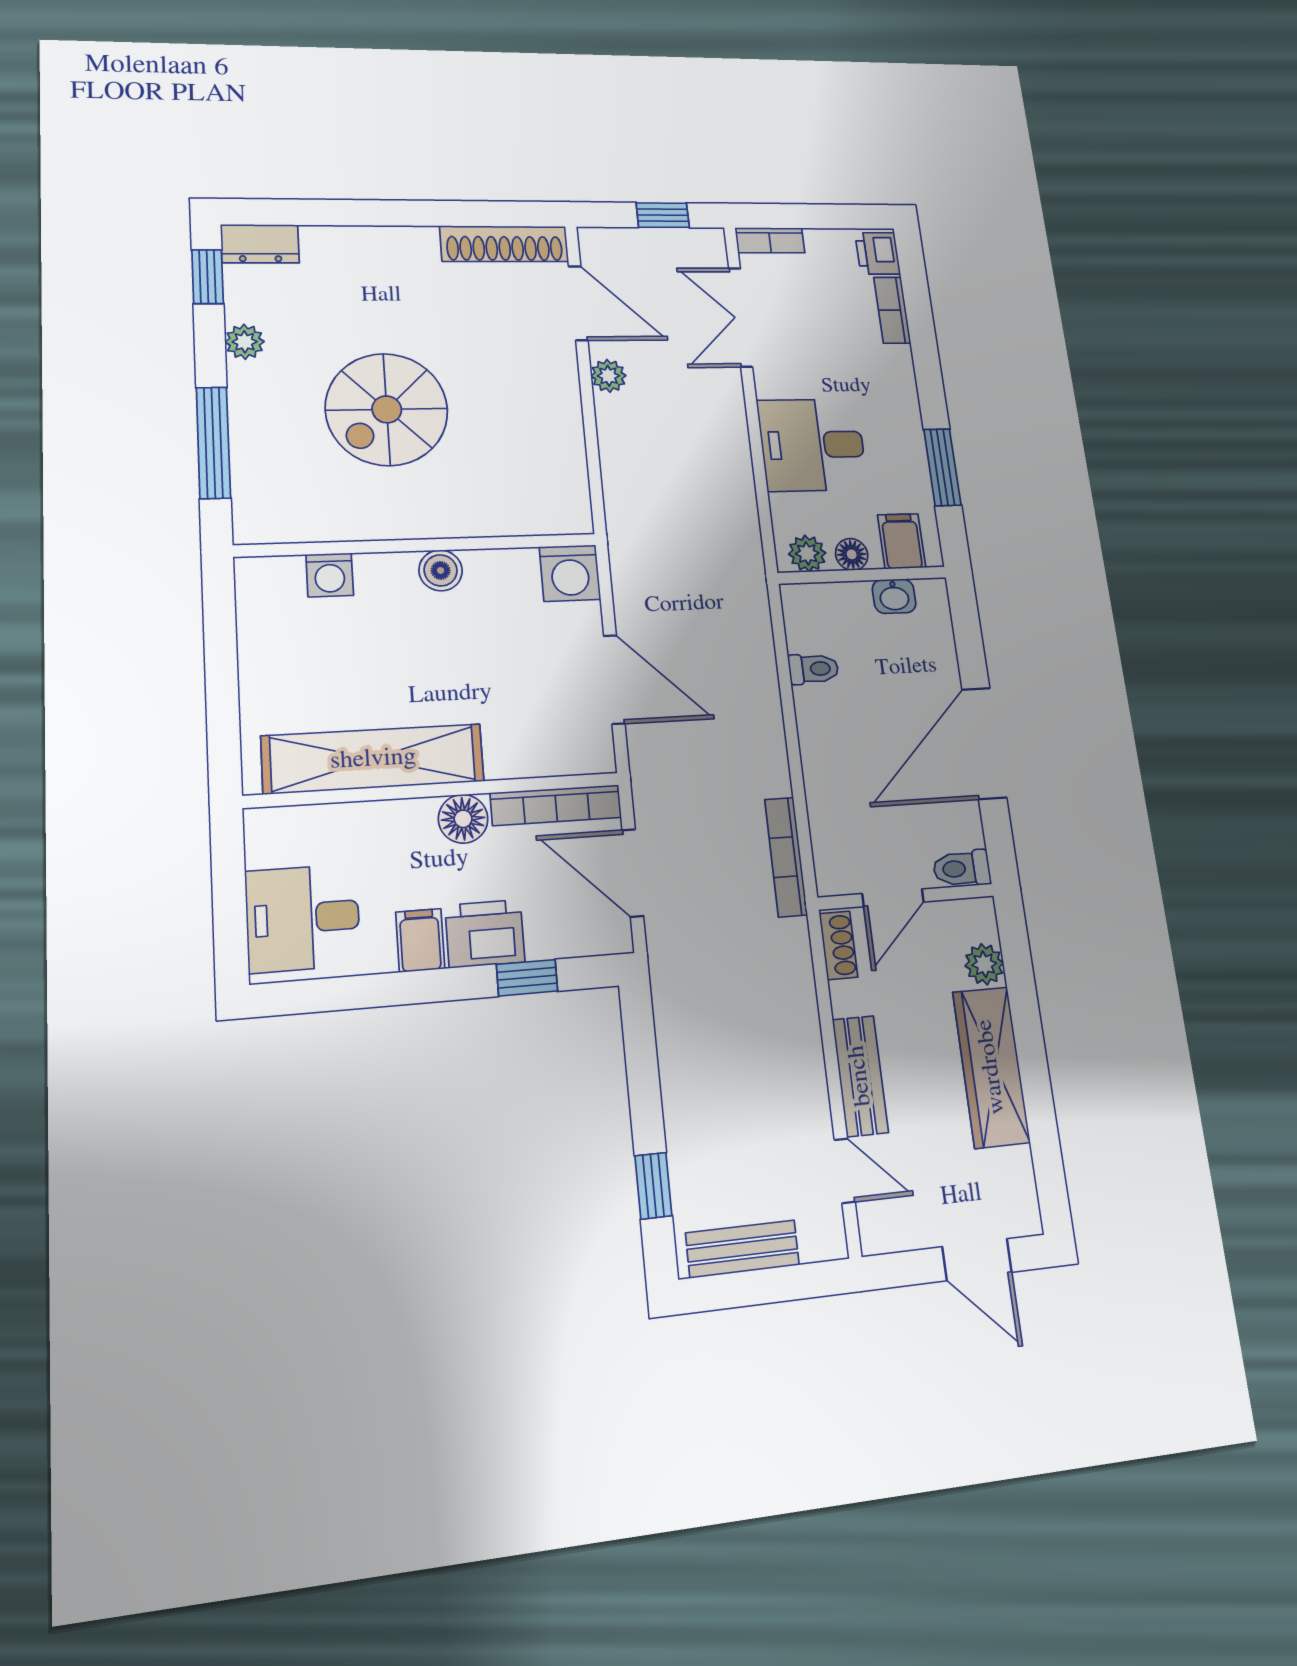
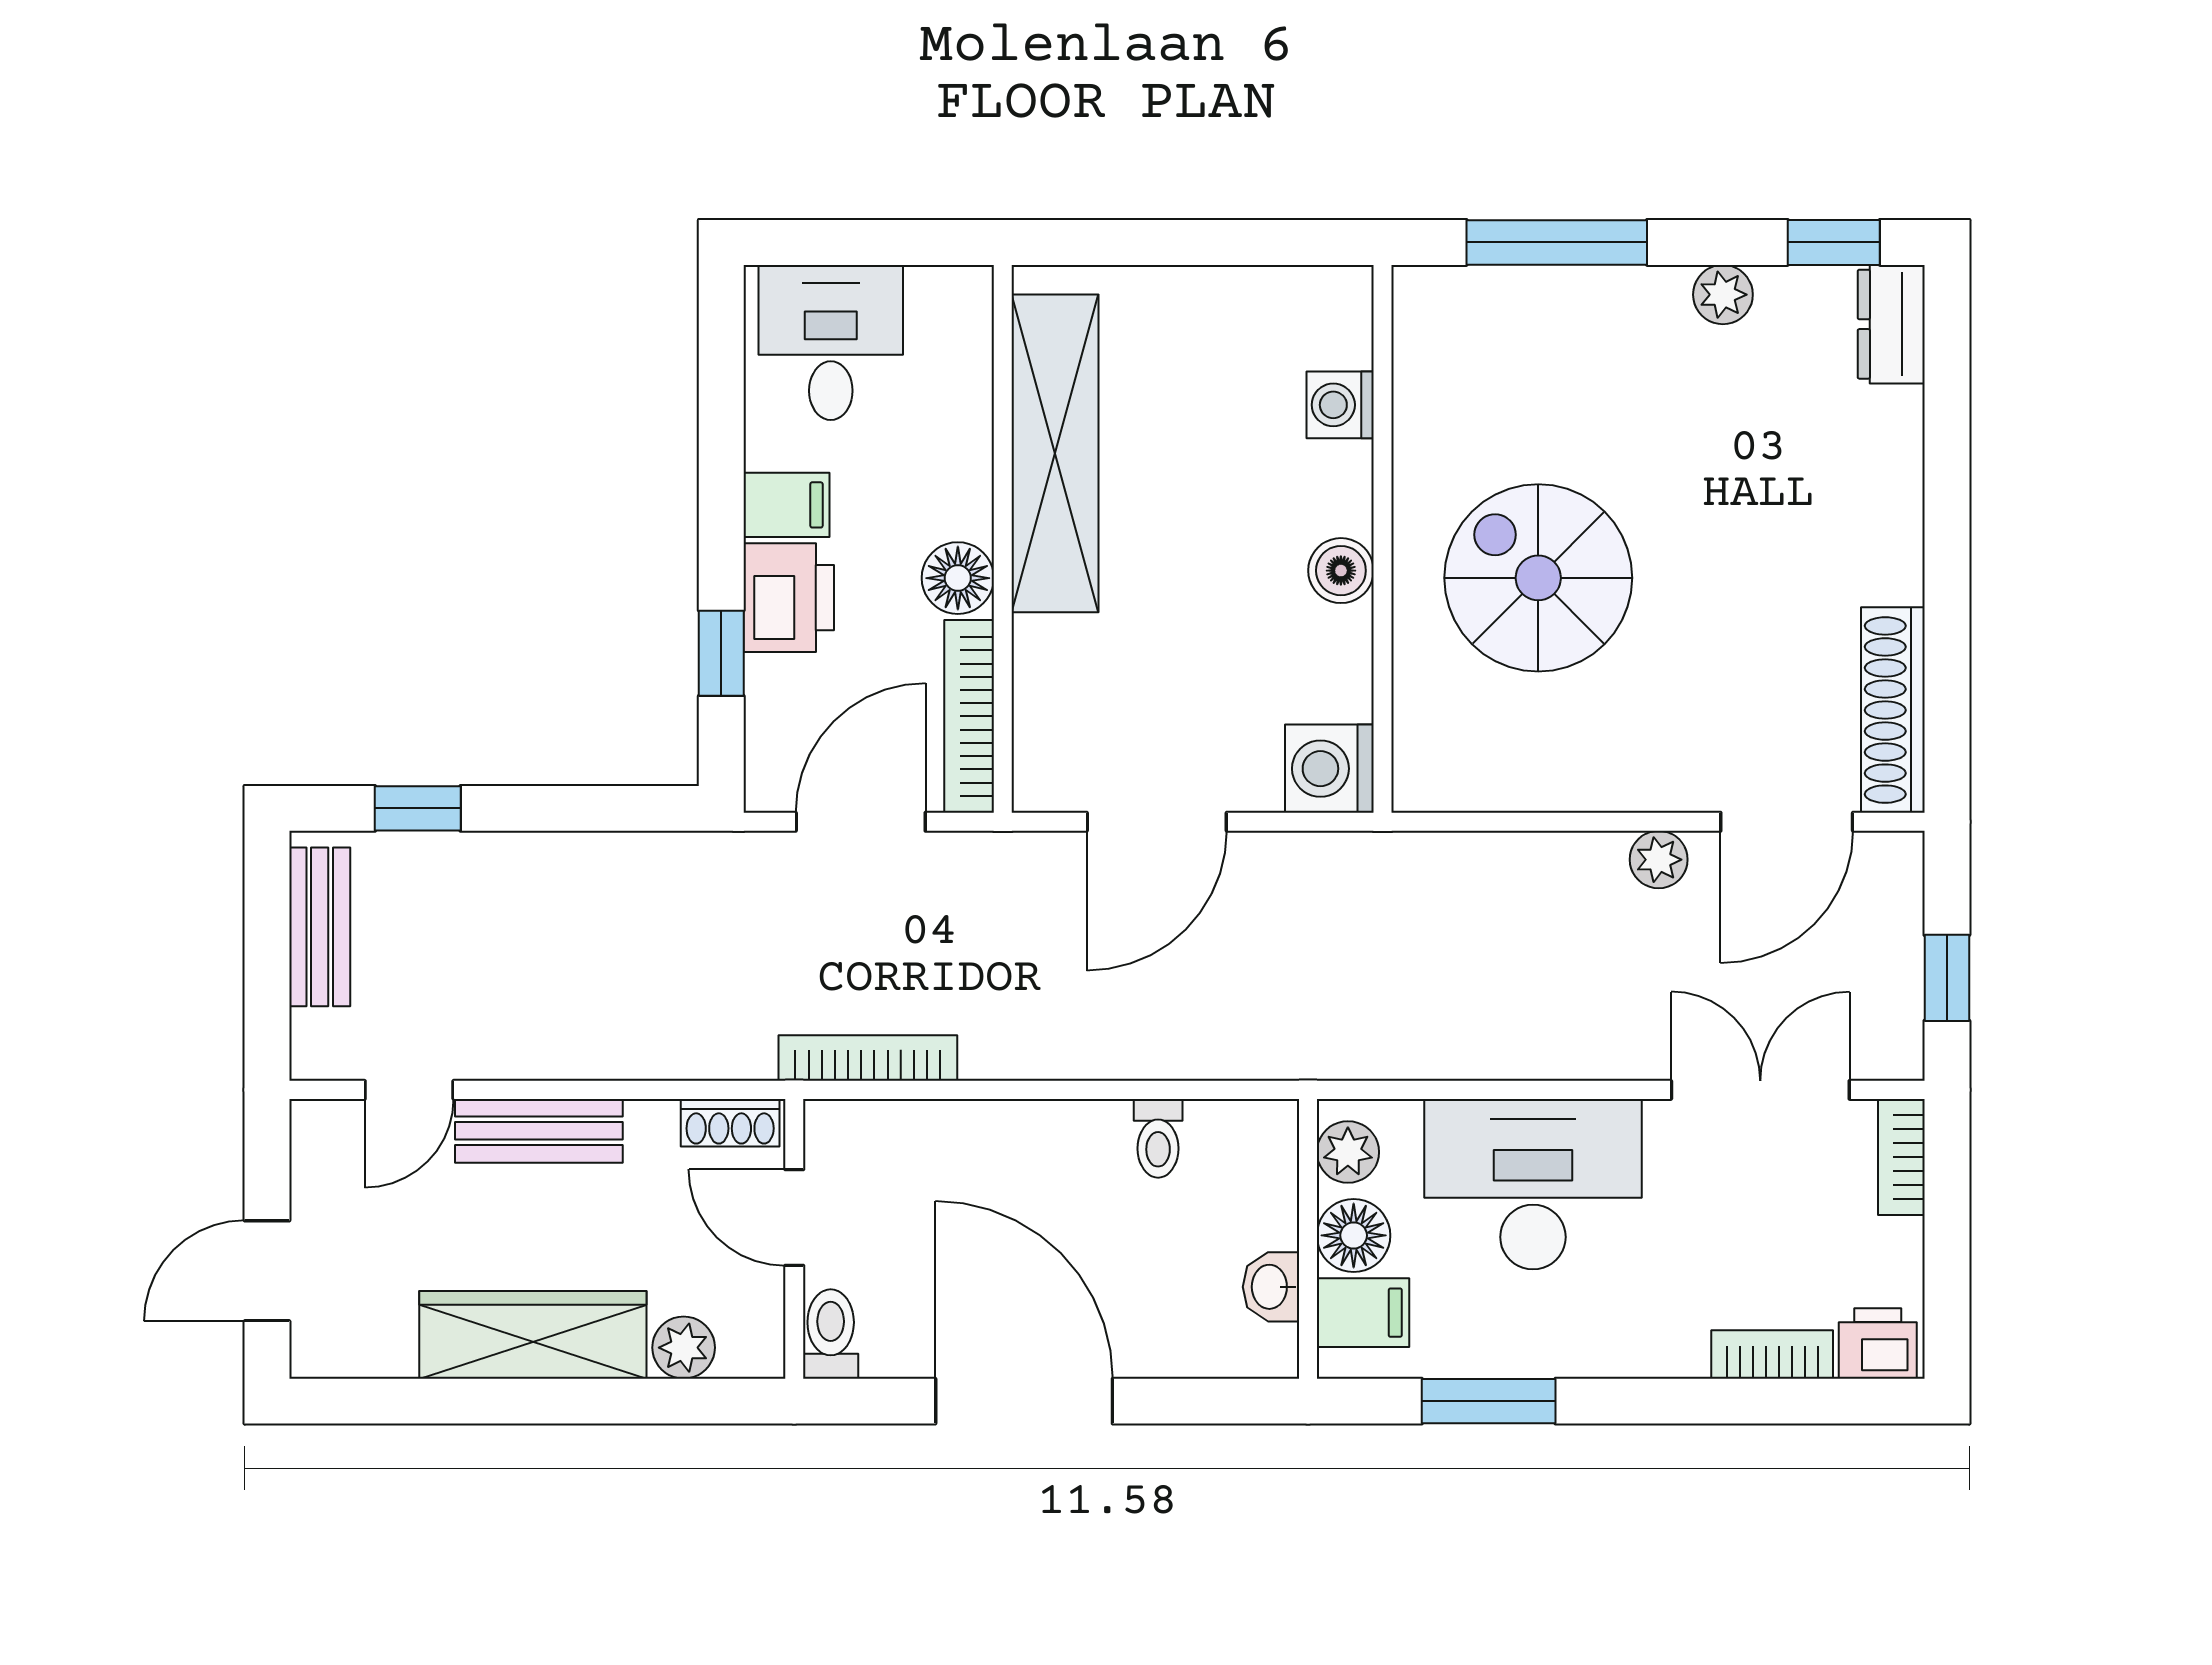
spiral stairs: (387, 409) -> (1538, 578), moved
desk: (812, 445) -> (1533, 1184), width x1.37
floor lamp: (852, 554) -> (1354, 1235), width x1.37, depth x1.37

